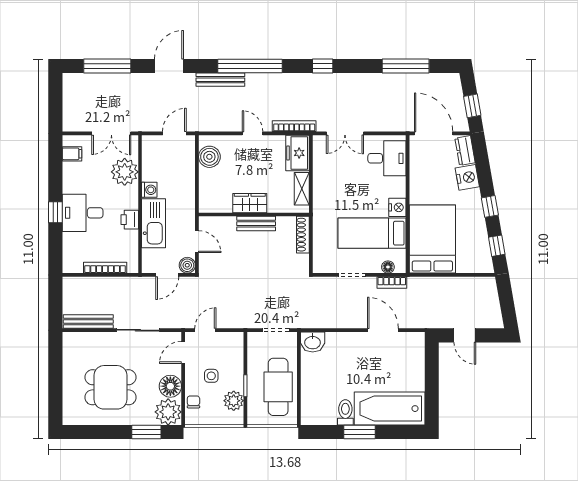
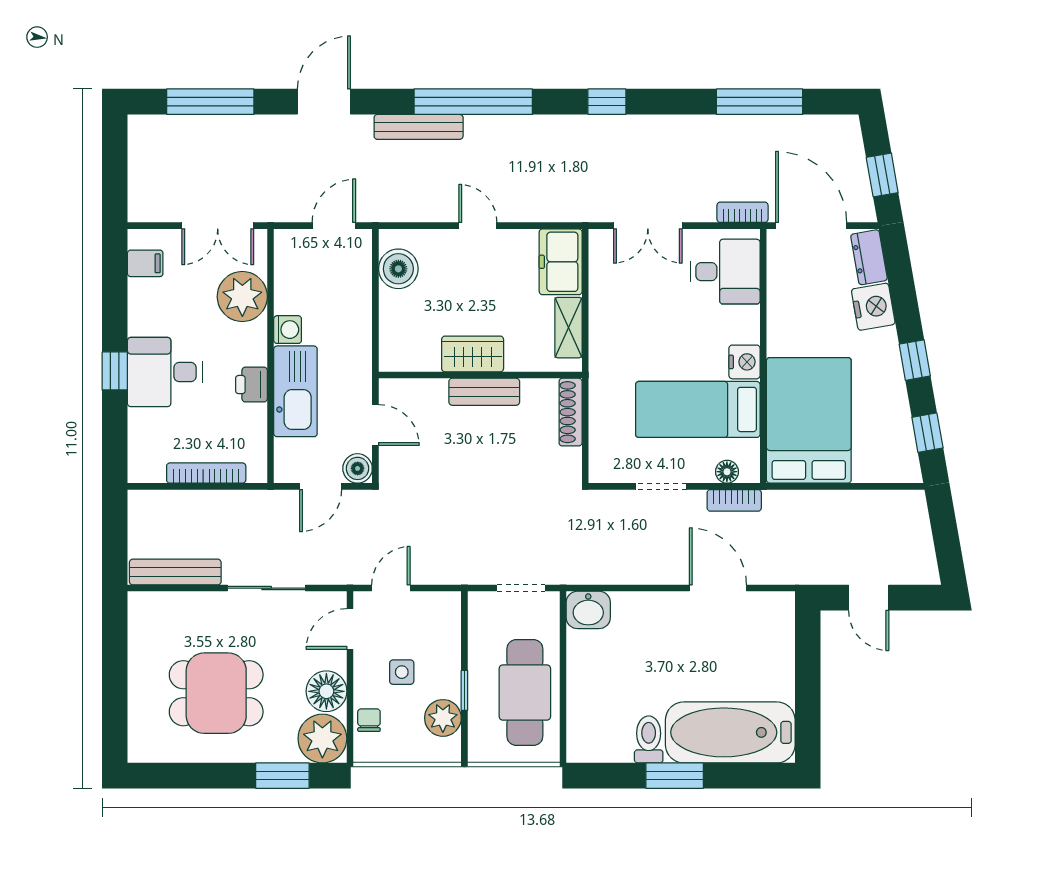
bookcase: (294, 126) -> (743, 212), moved, width x0.64

